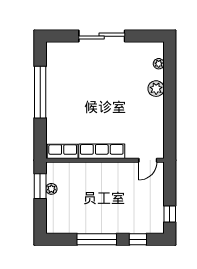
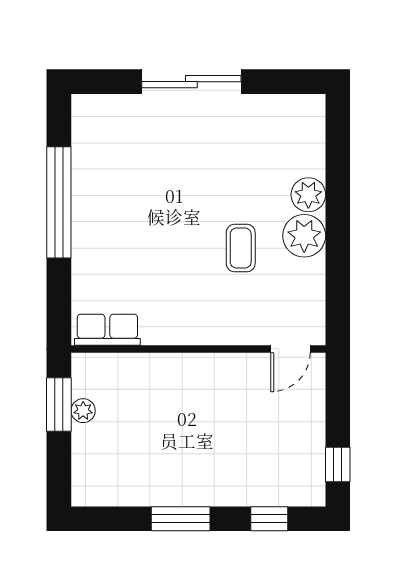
plant: (159, 64) -> (304, 236), moved, width x1.87, depth x1.87
coffee table: (125, 113) -> (241, 248), added
row of seats: (102, 151) -> (192, 329), removed
window: (97, 239) -> (181, 519), width x0.69

